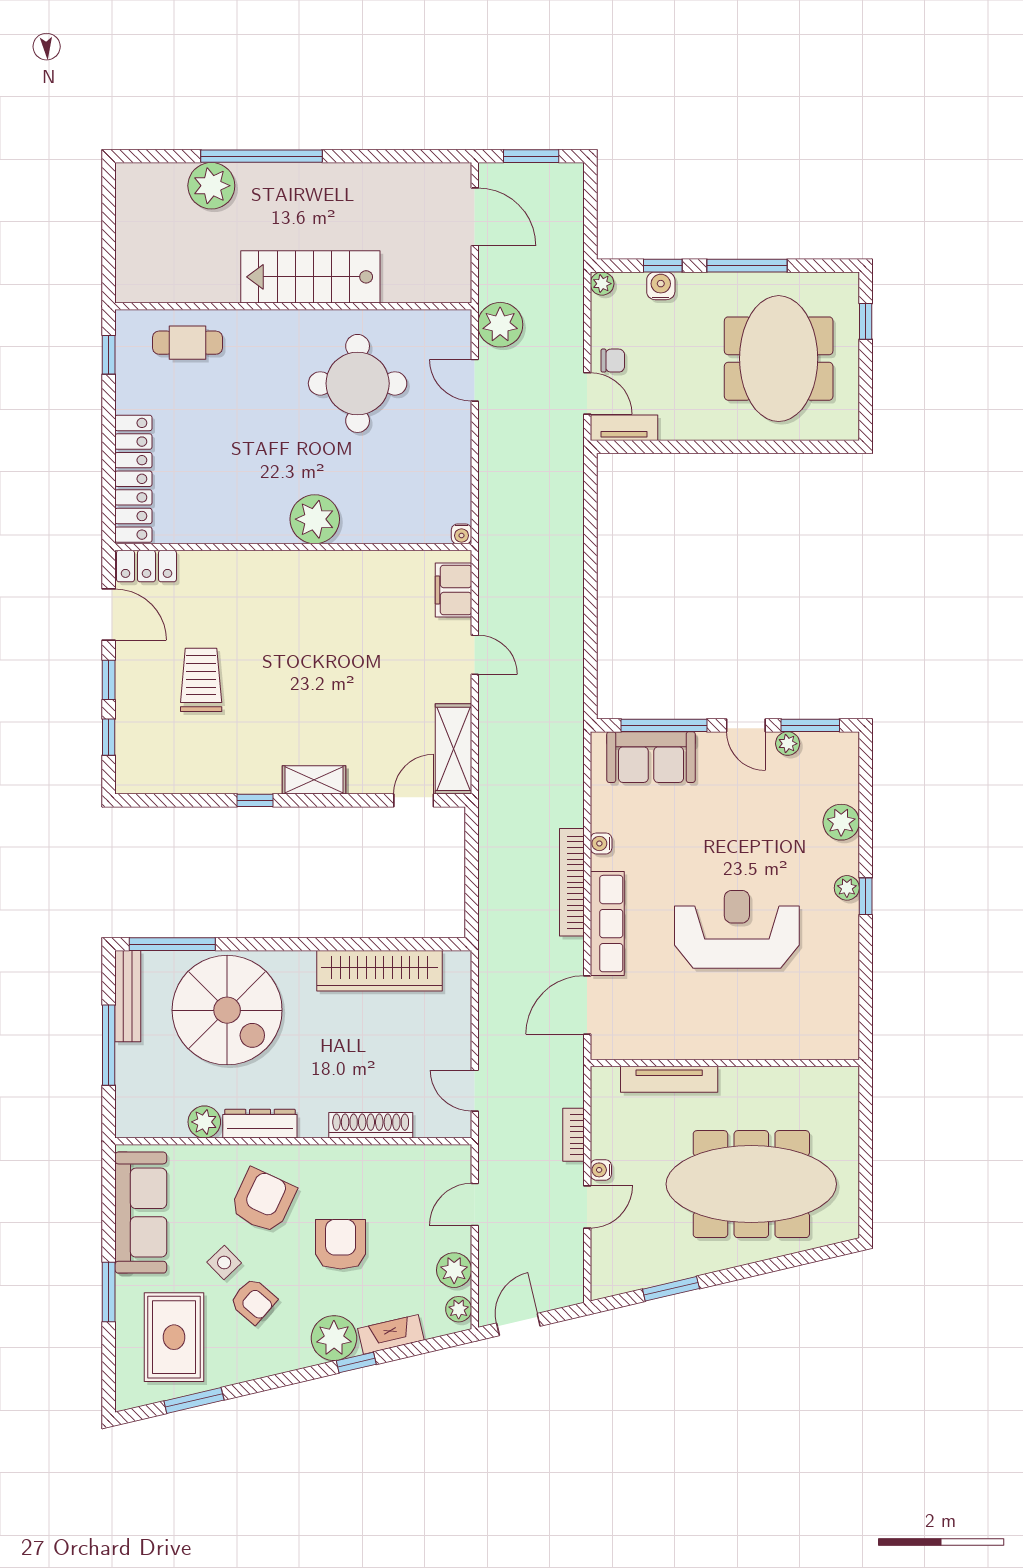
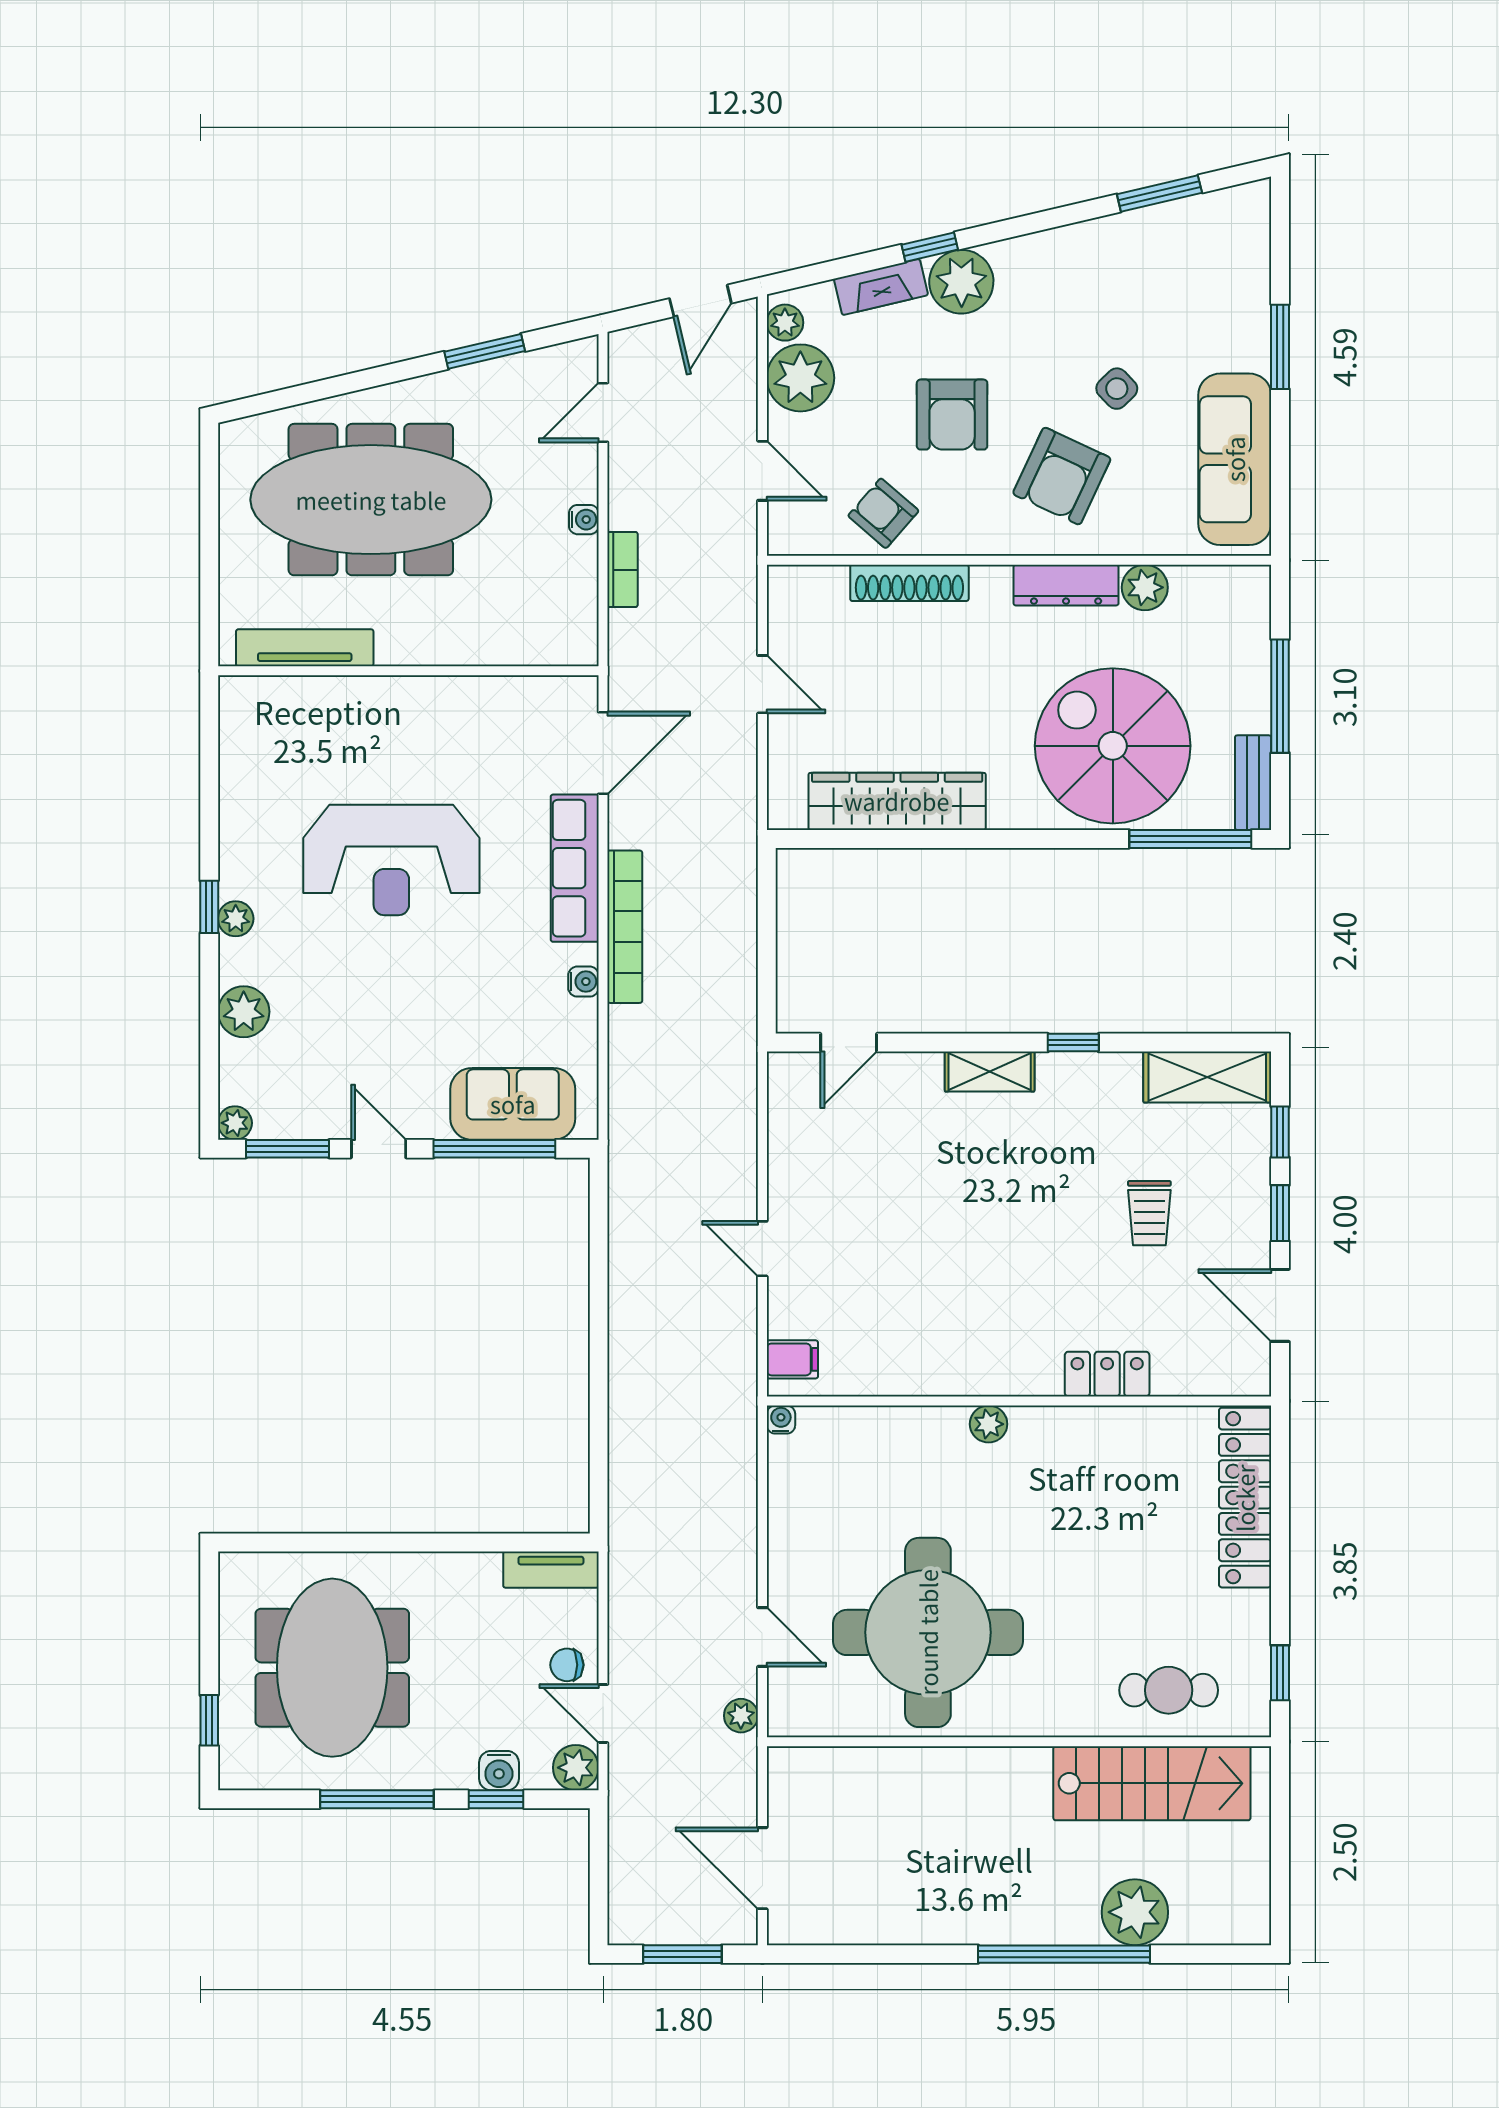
stairs: (310, 277) -> (1152, 1783), moved
plant: (602, 284) -> (576, 1768), width x1.38, depth x1.38
plant: (500, 325) -> (741, 1716), width x0.53, depth x0.53
round table: (358, 383) -> (928, 1632), width x1.36, depth x1.36
door: (587, 393) -> (603, 1714), moved
plant: (315, 519) -> (989, 1424), width x0.53, depth x0.53
locker: (146, 566) -> (1107, 1374), moved
filing cabinet: (453, 590) -> (792, 1359), width x0.50
trolley: (201, 680) -> (1149, 1213), width x0.73, depth x0.72
plant: (788, 744) -> (235, 1123), moved
shelving: (453, 749) -> (1207, 1077), moved, turned 90
bench: (128, 996) -> (1253, 783), width x0.73
tv unit: (669, 1079) -> (305, 648), moved
door: (475, 1091) -> (762, 684), moved
door: (475, 1205) -> (762, 471), hinge flipped
door: (587, 1207) -> (603, 412), moved
plant: (454, 1270) -> (800, 378), width x1.36, depth x1.36
armchair: (253, 1301) -> (883, 513), moved
rug: (174, 1337) -> (1188, 283), removed

